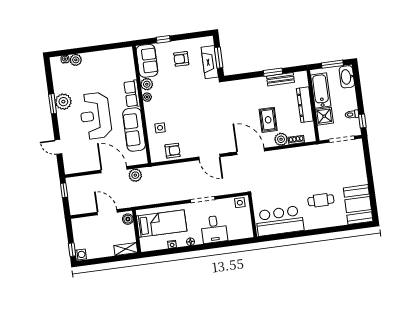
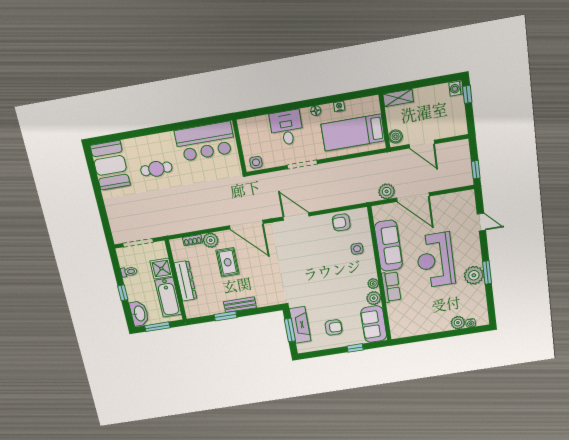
bench: (280, 79) -> (240, 305), moved
reception desk: (95, 116) -> (435, 260), turned 180
window: (362, 121) -> (123, 293), moved

